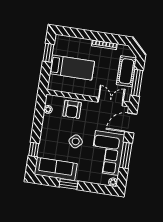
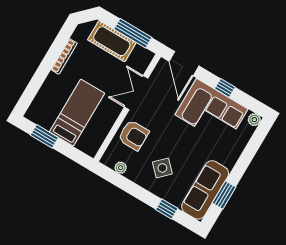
double door: (110, 102) -> (136, 93), moved
side table: (76, 141) -> (162, 168), moved
window: (126, 155) -> (225, 88), width x0.46
window: (69, 184) -> (224, 195), moved

